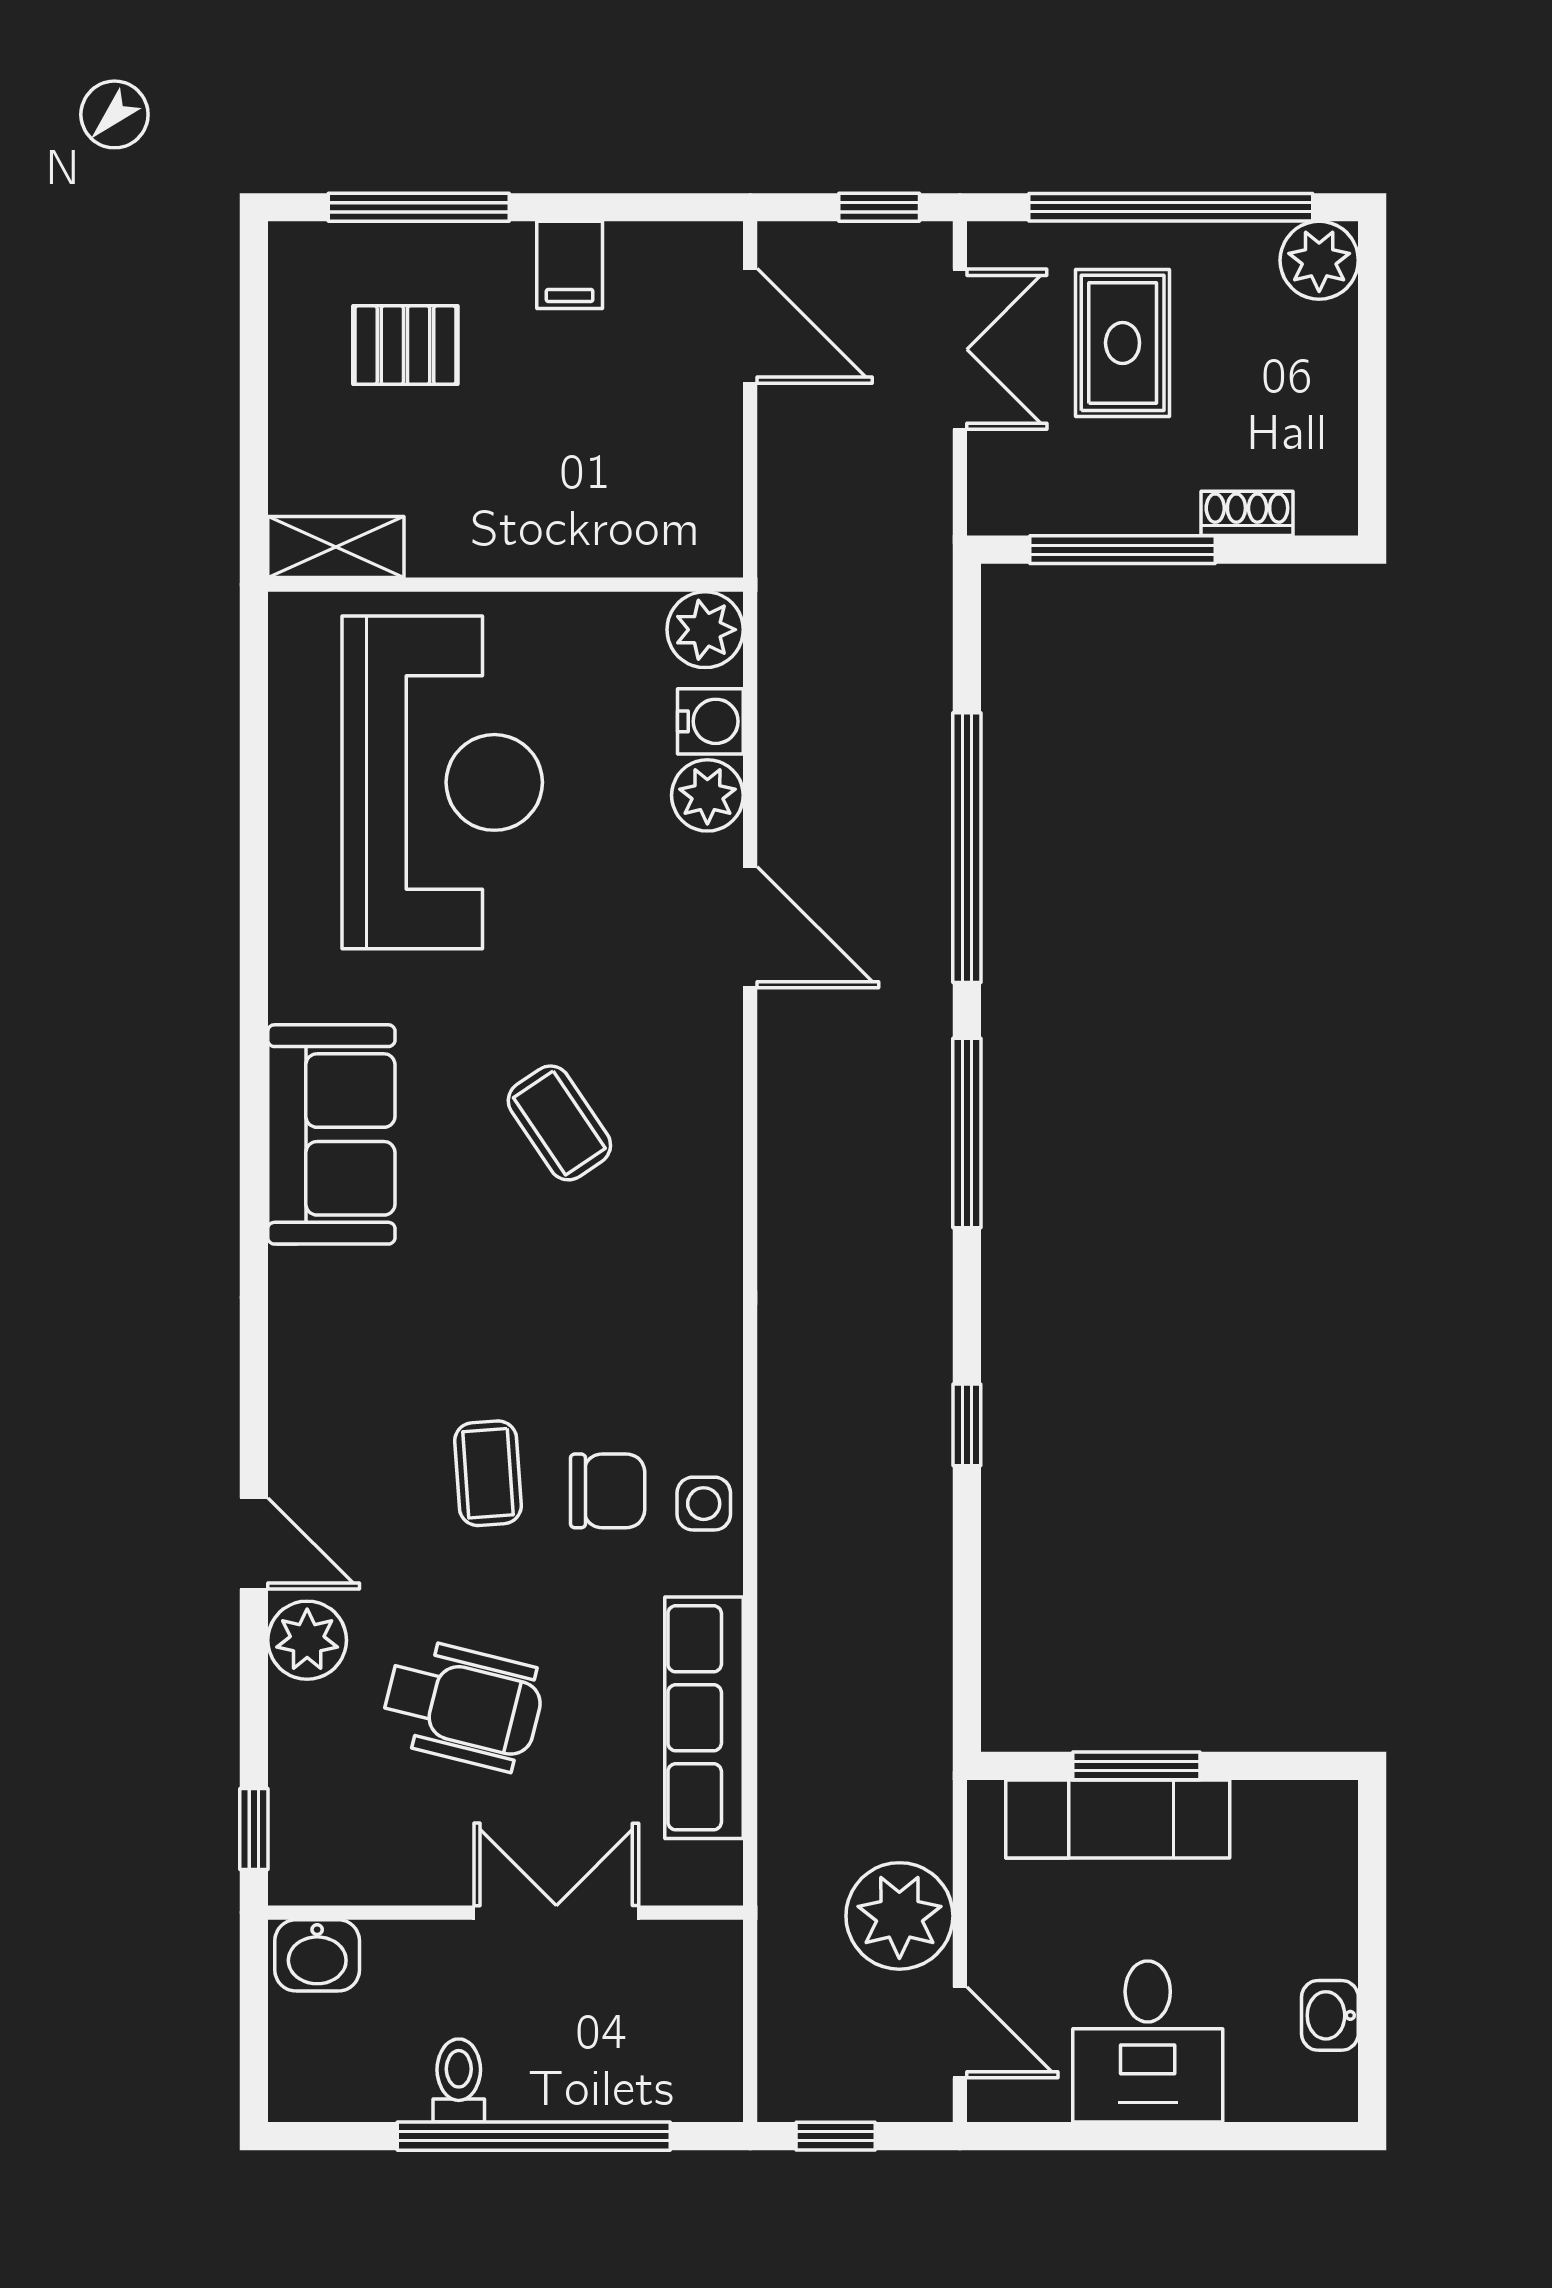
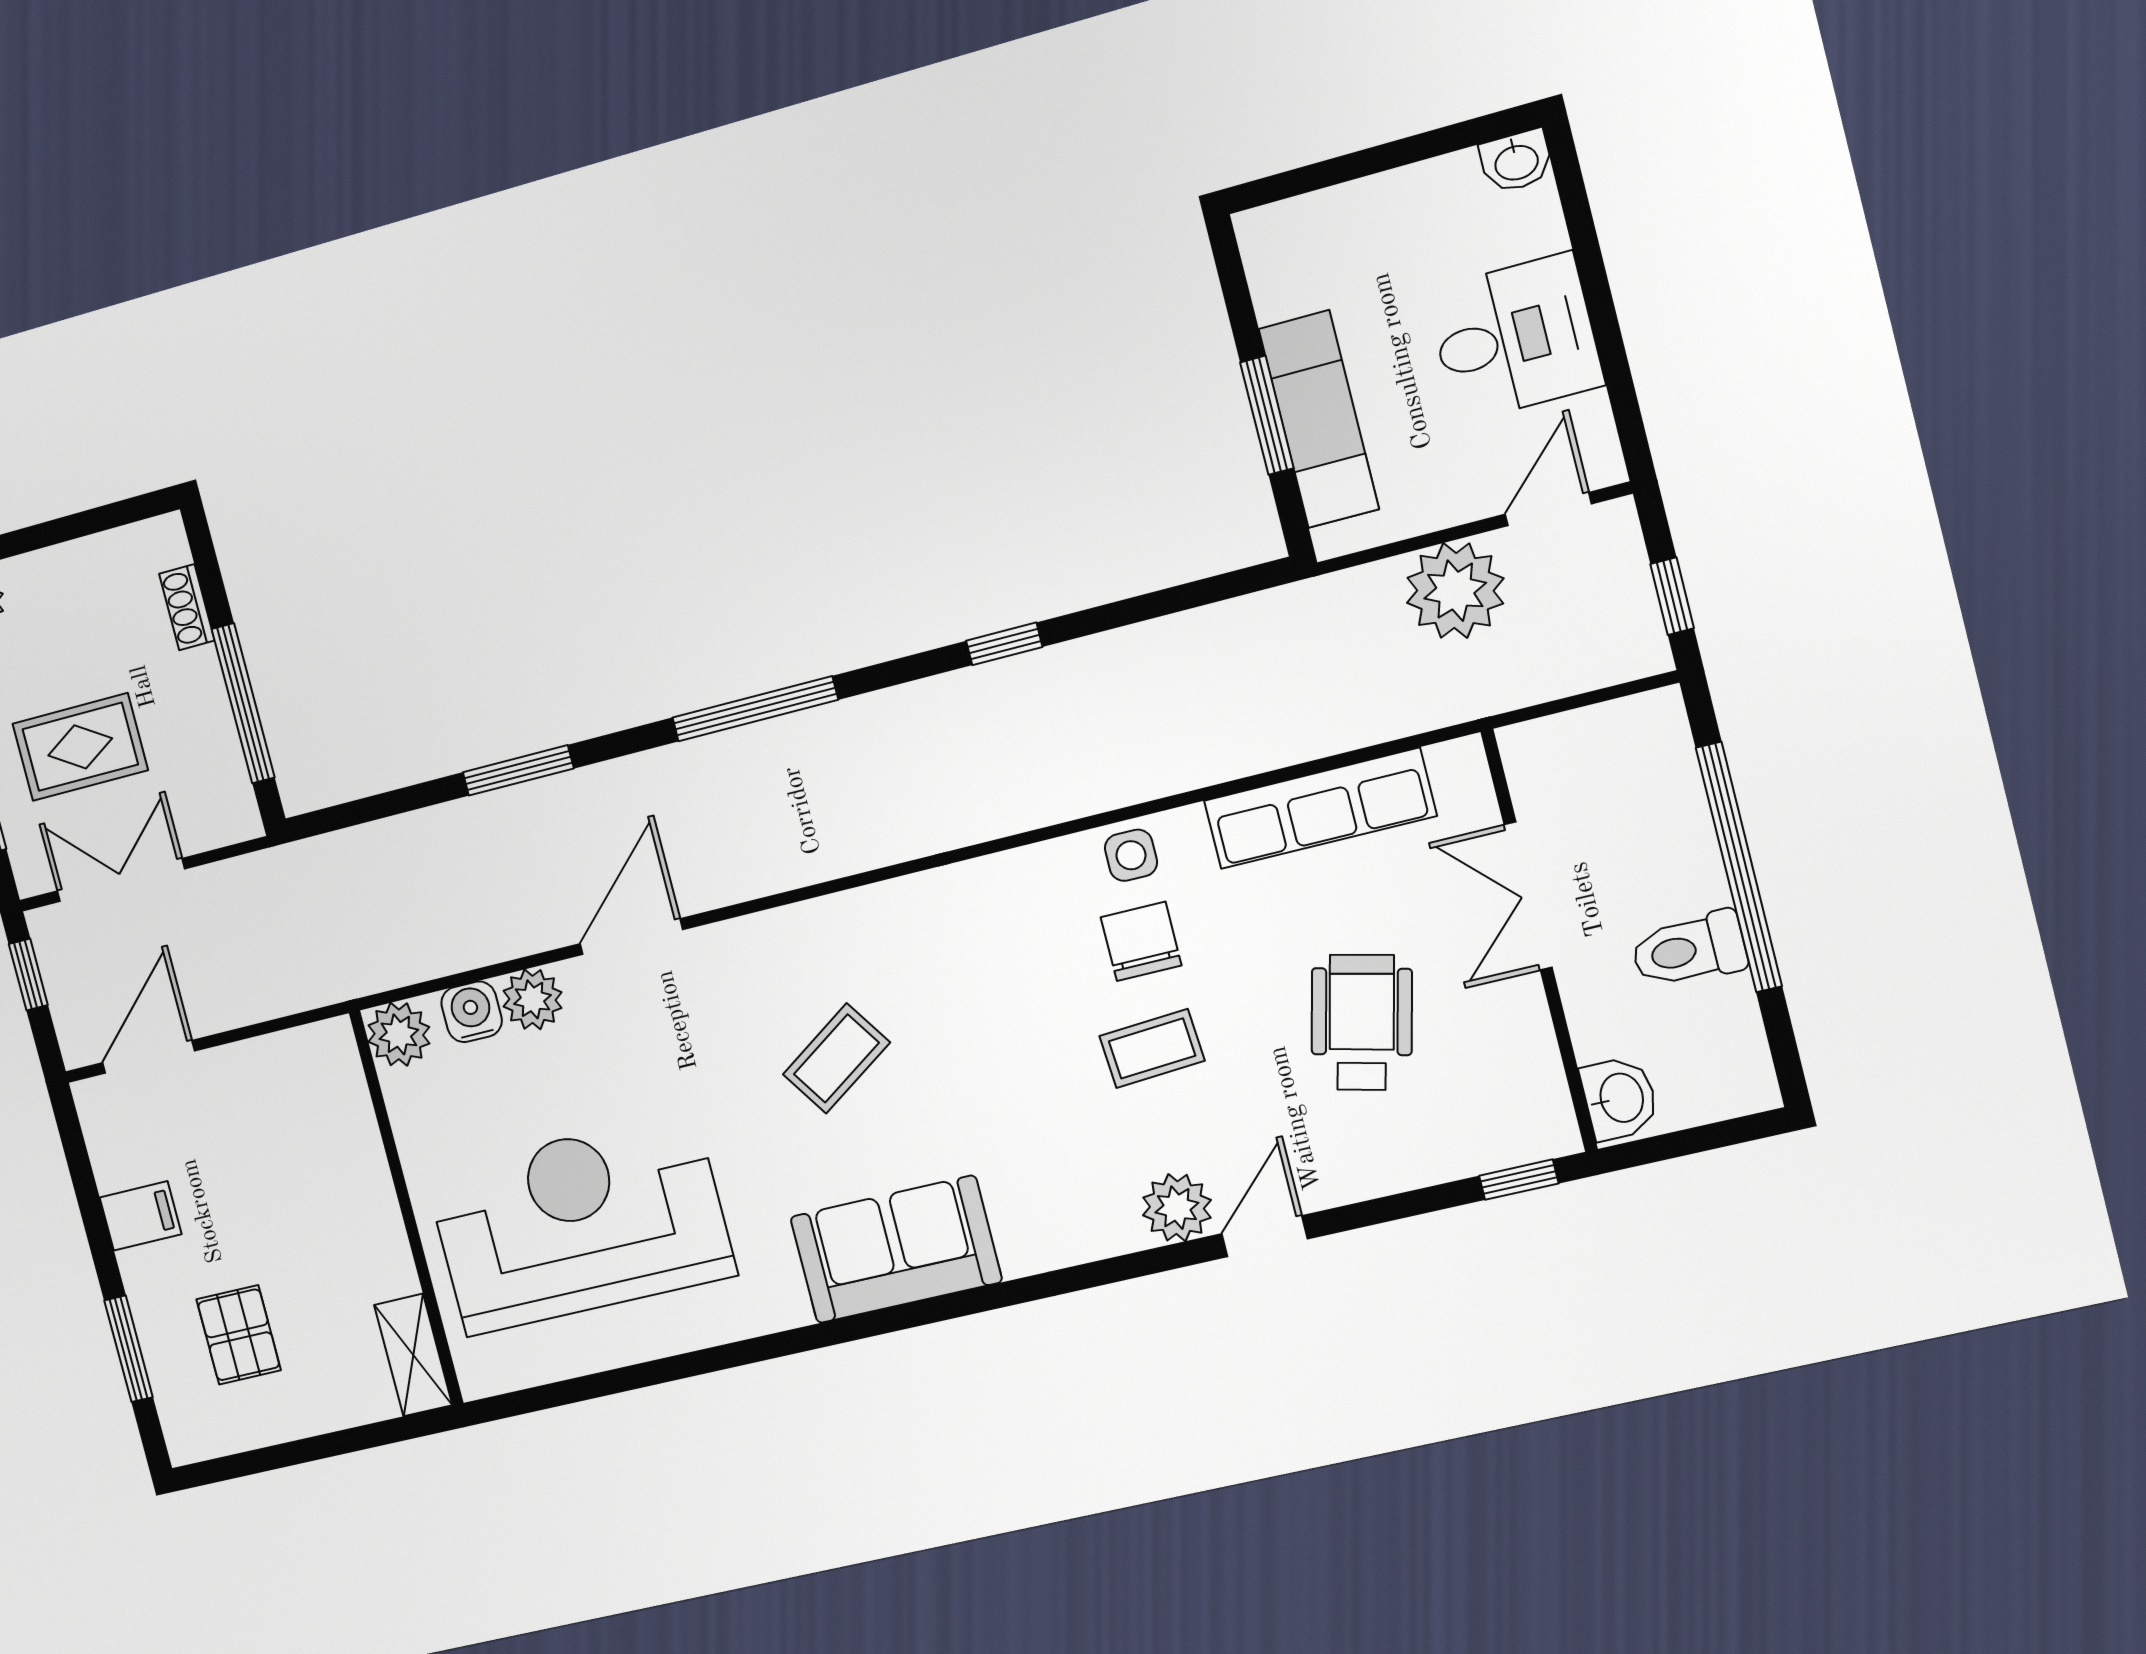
window: (419, 207) -> (129, 1349), width x0.69
window: (967, 848) -> (518, 770), width x0.47
plant: (307, 1640) -> (1177, 1208), moved
washbasin: (1330, 2015) -> (1516, 161), moved
toilet: (459, 2081) -> (1689, 950), width x1.37, depth x1.39

